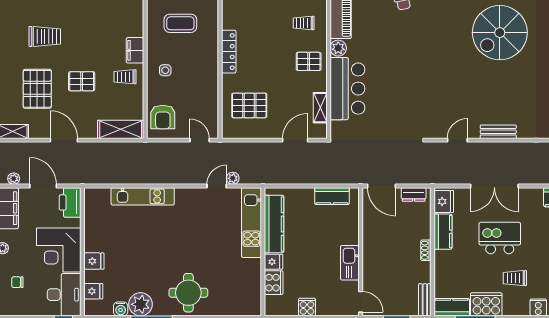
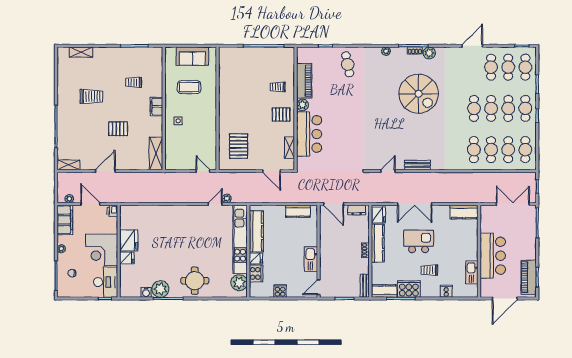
spiral stairs: (500, 33) -> (419, 94), turned -90
locker: (229, 52) -> (224, 107), removed
trolley: (125, 77) -> (134, 82), moved
pallet: (37, 89) -> (86, 134), removed
pallet: (249, 105) -> (239, 146), turned 90
armchair: (163, 117) -> (176, 154), removed
shelving: (121, 129) -> (156, 153), moved, turned 90
door: (64, 140) -> (105, 171), hinge flipped
door: (295, 140) -> (272, 171), swing flipped
kitchen unit: (143, 196) -> (162, 211), removed
printer: (70, 202) -> (112, 211), width x0.53, depth x0.68
kitchen unit: (251, 223) -> (240, 239), width x1.36
kitchen counter: (443, 232) -> (378, 243), width x1.50
fridge: (93, 291) -> (129, 240), moved, width x1.88, depth x1.34
plant: (250, 296) -> (239, 283), added
door: (361, 302) -> (319, 287), swing flipped

